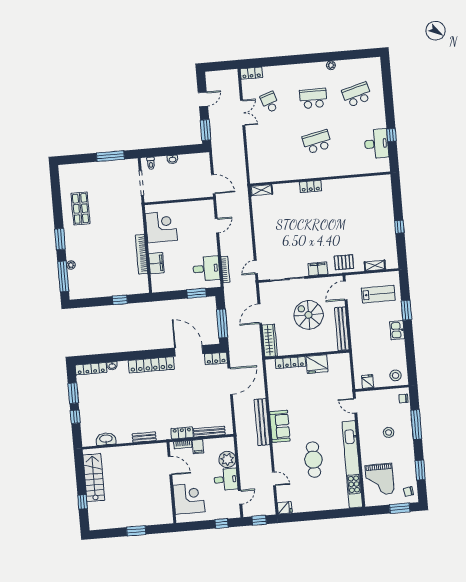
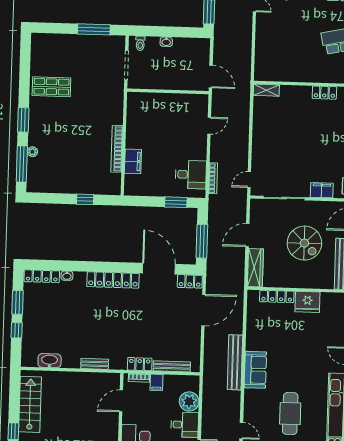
shop shelf: (80, 208) -> (51, 87), turned 90
corner desk: (161, 227) -> (144, 119), removed
spiral stairs: (309, 315) -> (304, 243), turned 180
door: (170, 466) -> (121, 401), swing flipped

